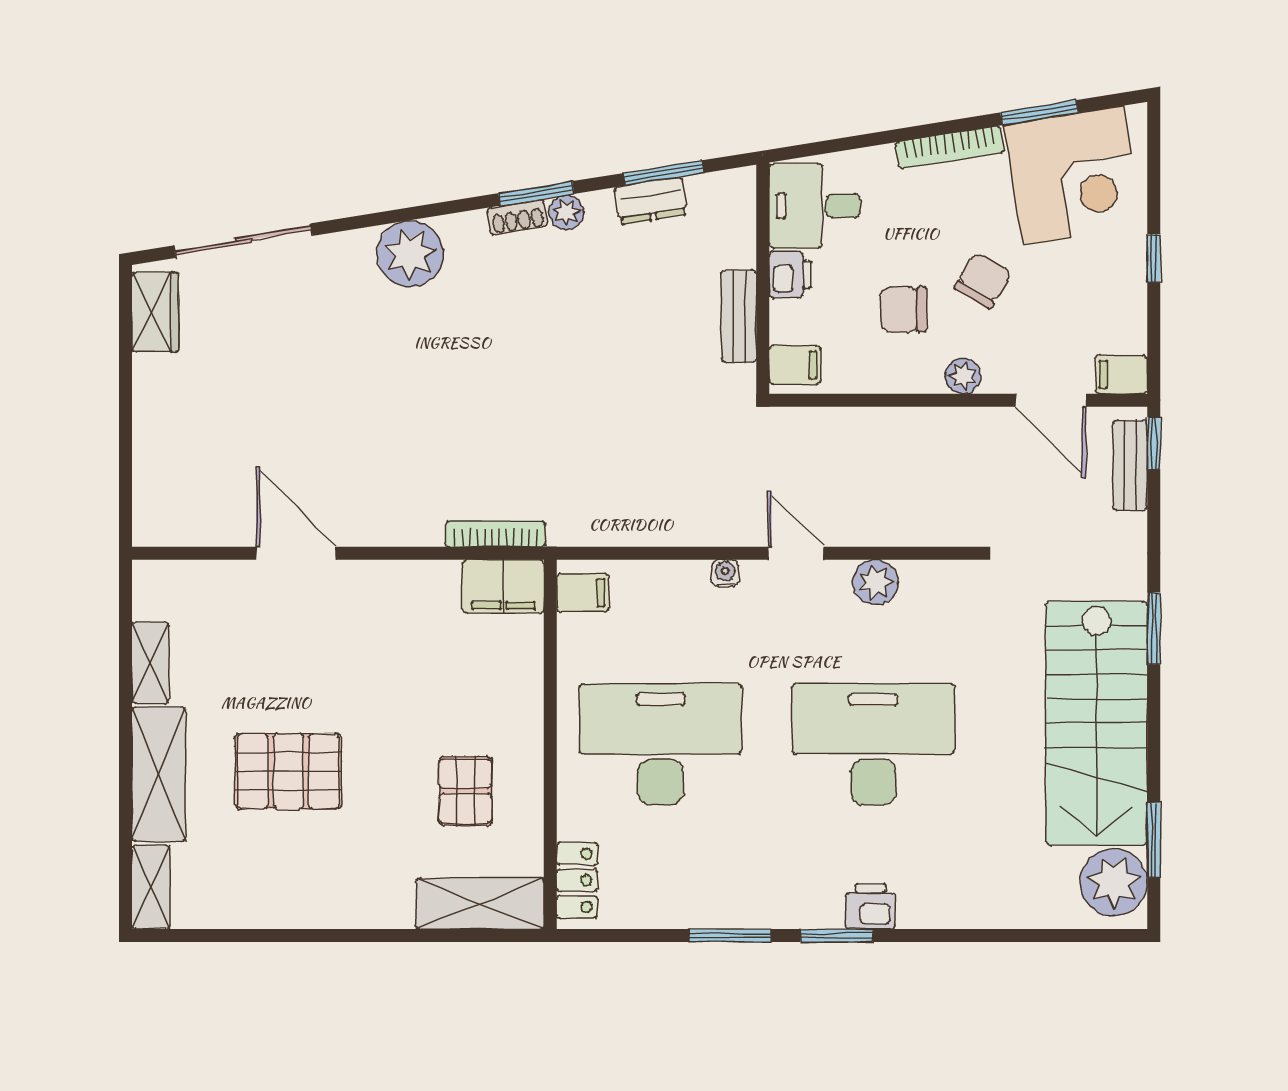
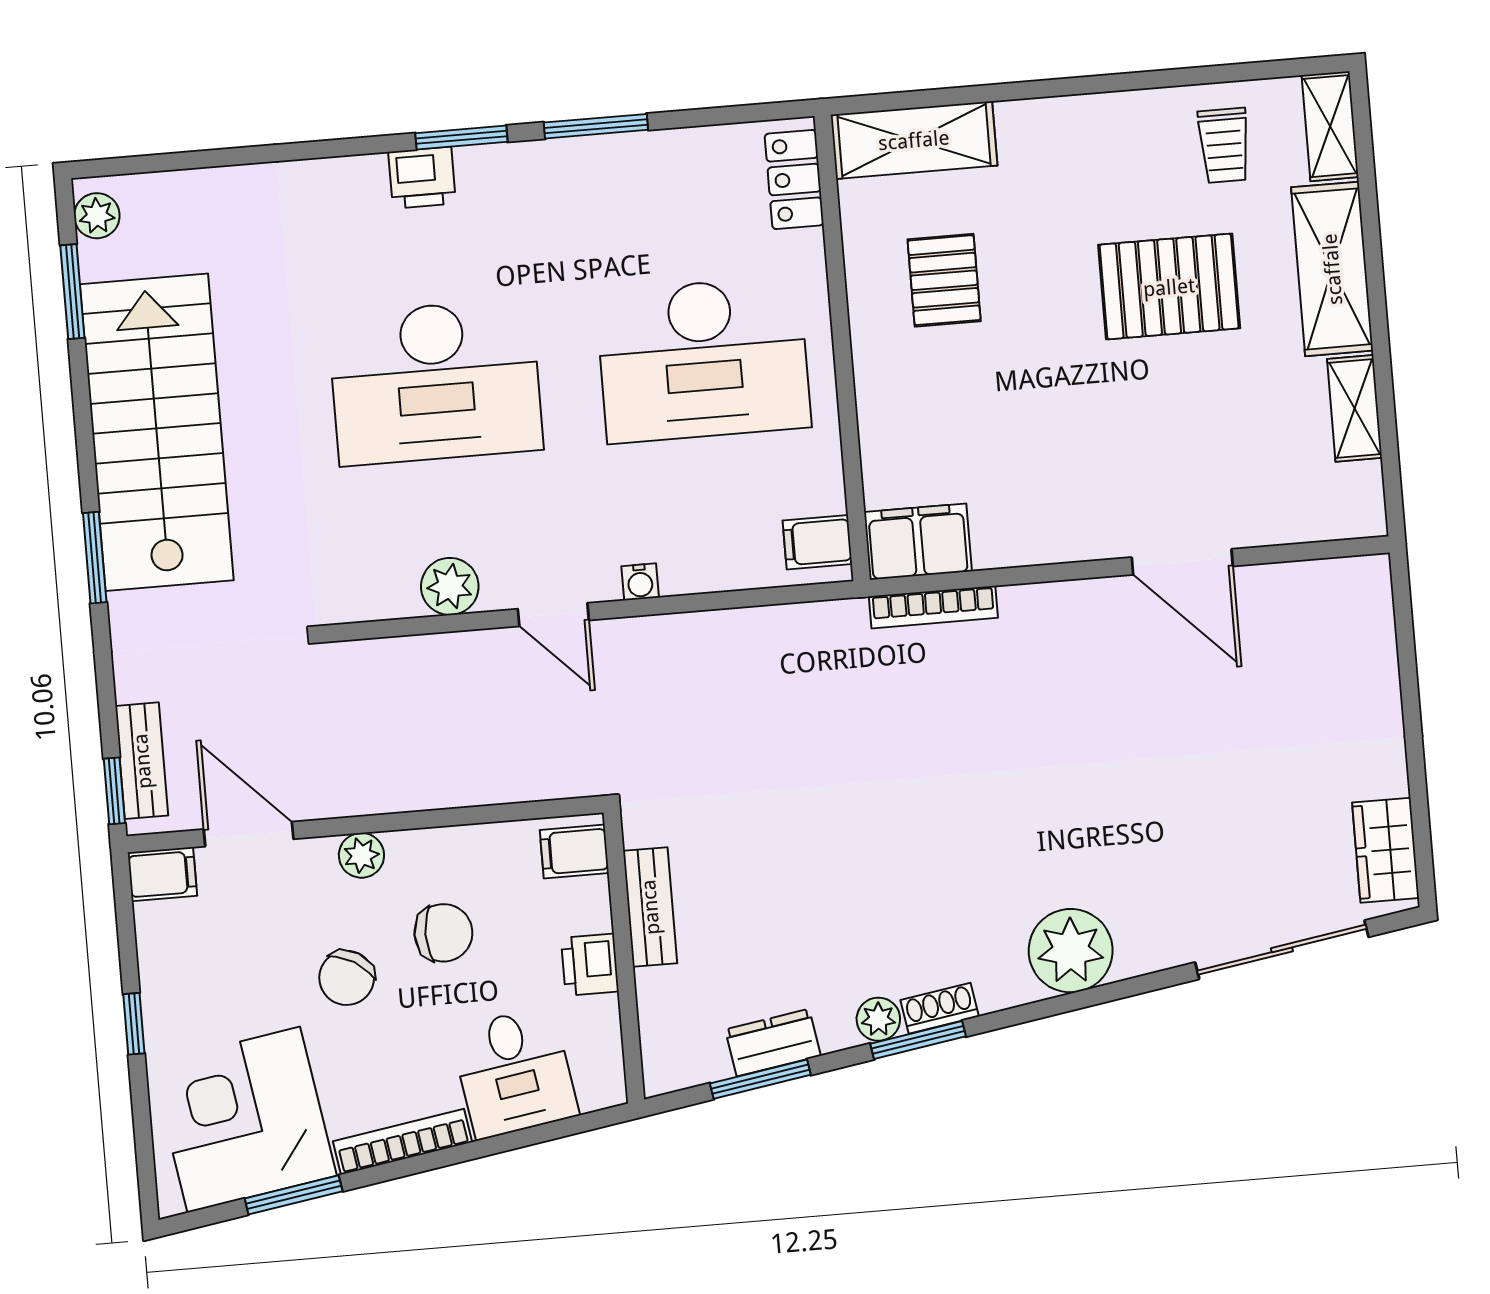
desk: (815, 206) -> (514, 1072), moved, turned 81
trolley: (236, 879) -> (1224, 145), added
plant: (1114, 882) -> (97, 216), width x0.53, depth x0.53

